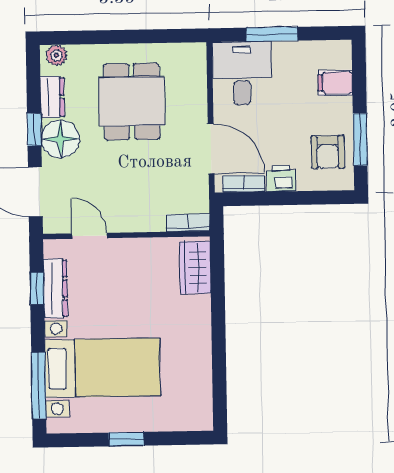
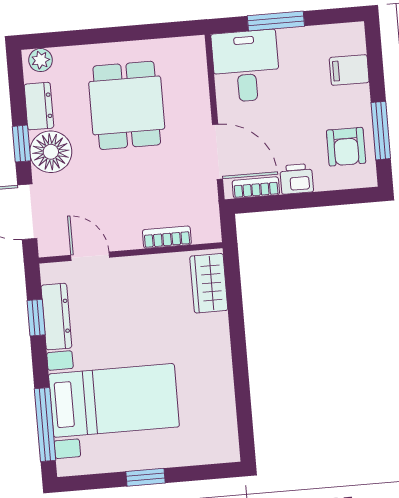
bookcase: (188, 223) -> (167, 237), moved

